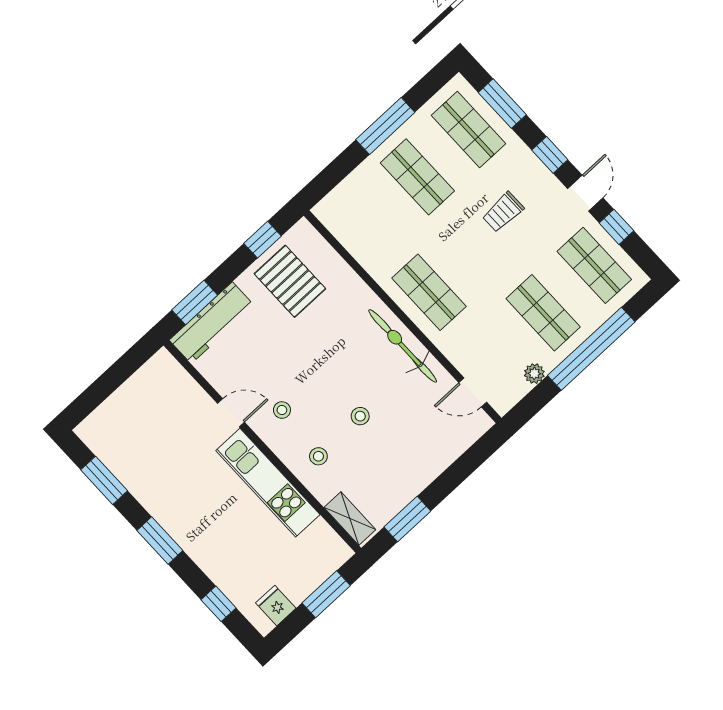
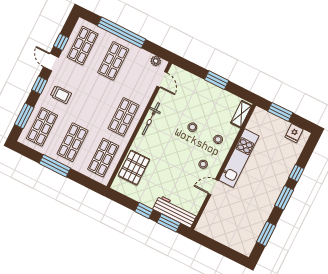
door: (585, 193) -> (51, 62), hinge flipped
trolley: (503, 212) -> (61, 95), moved
shop shelf: (366, 224) -> (103, 158), added
window: (263, 240) -> (144, 210), moved
pallet: (290, 281) -> (134, 168), moved
bicycle: (403, 346) -> (151, 119), width x0.73, depth x0.71
plant: (534, 374) -> (156, 61), moved
door: (231, 413) -> (213, 187), hinge flipped
window: (407, 519) -> (217, 80), moved
window: (219, 604) -> (296, 173), moved

